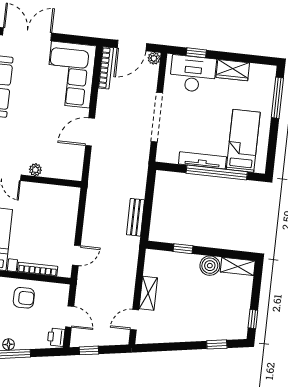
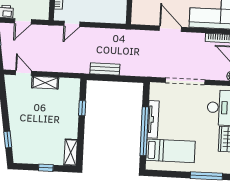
door: (76, 255) -> (72, 24), hinge flipped
boiler: (210, 266) -> (70, 130), removed
window: (253, 319) -> (46, 168), moved

